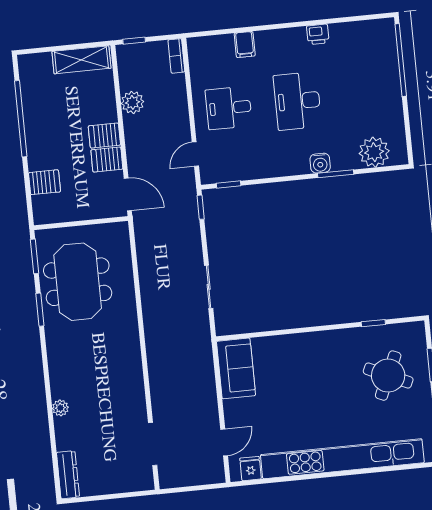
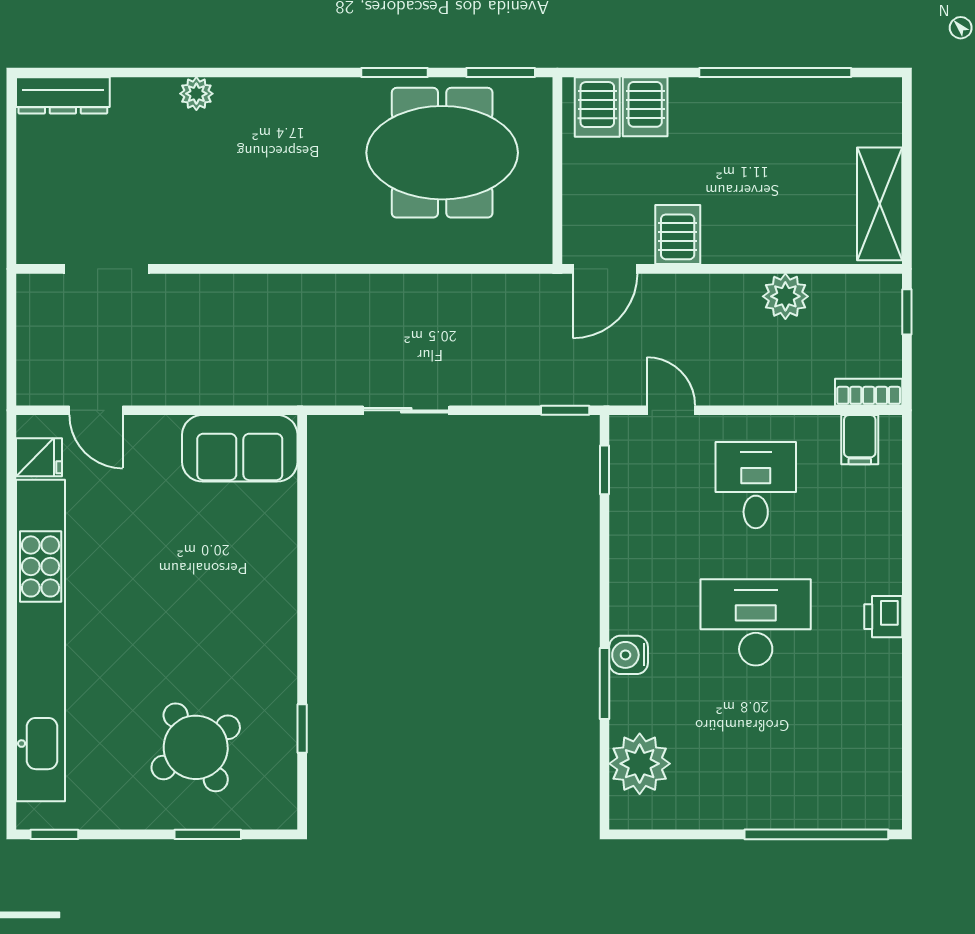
printer: (318, 34) -> (883, 617), moved
filing cabinet: (245, 45) -> (860, 440), moved, turned -90
server rack: (104, 136) -> (597, 107), moved, turned 180
round table: (388, 376) -> (196, 747), turned 34

